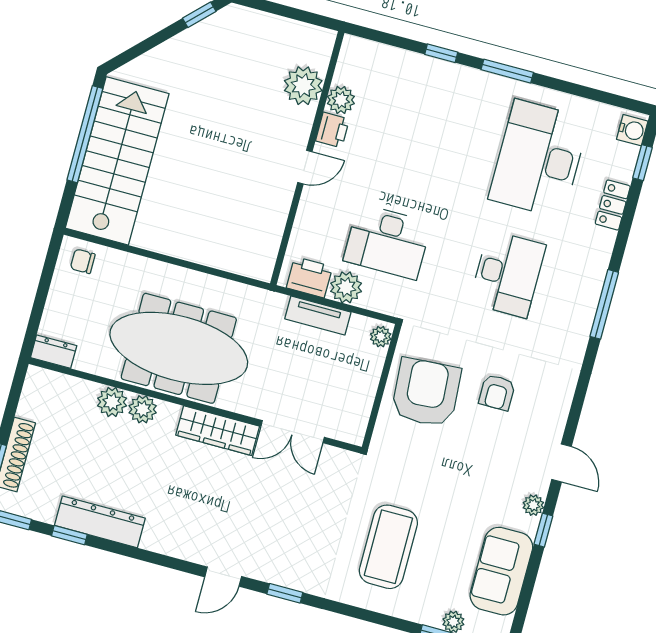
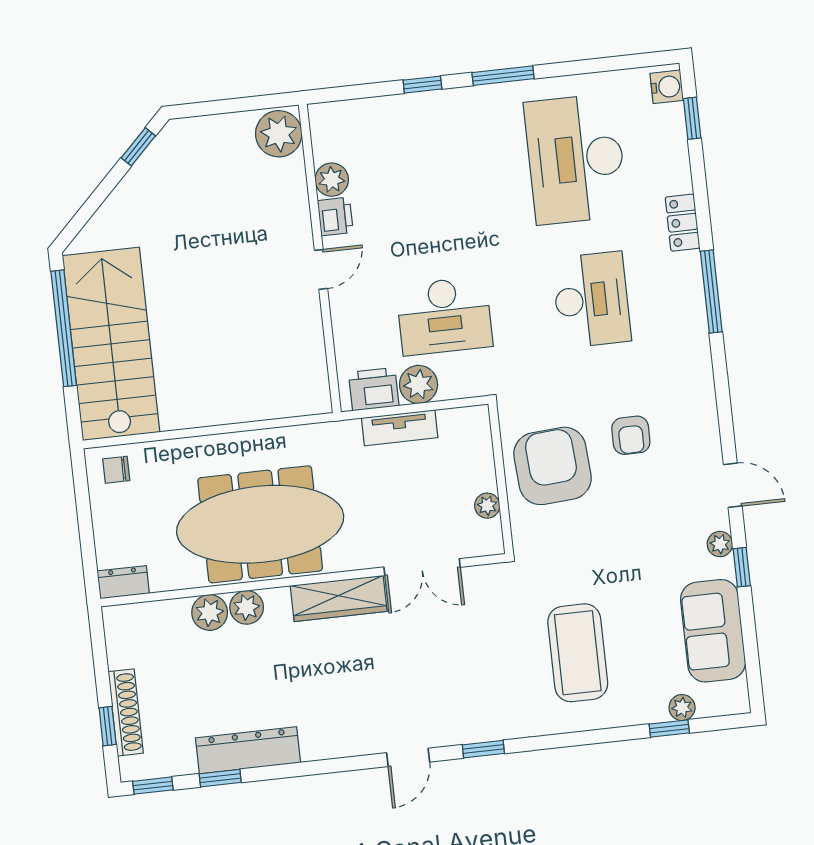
plant: (303, 86) -> (279, 134), moved
locker: (613, 205) -> (682, 223), moved
plant: (381, 337) -> (487, 506), moved

